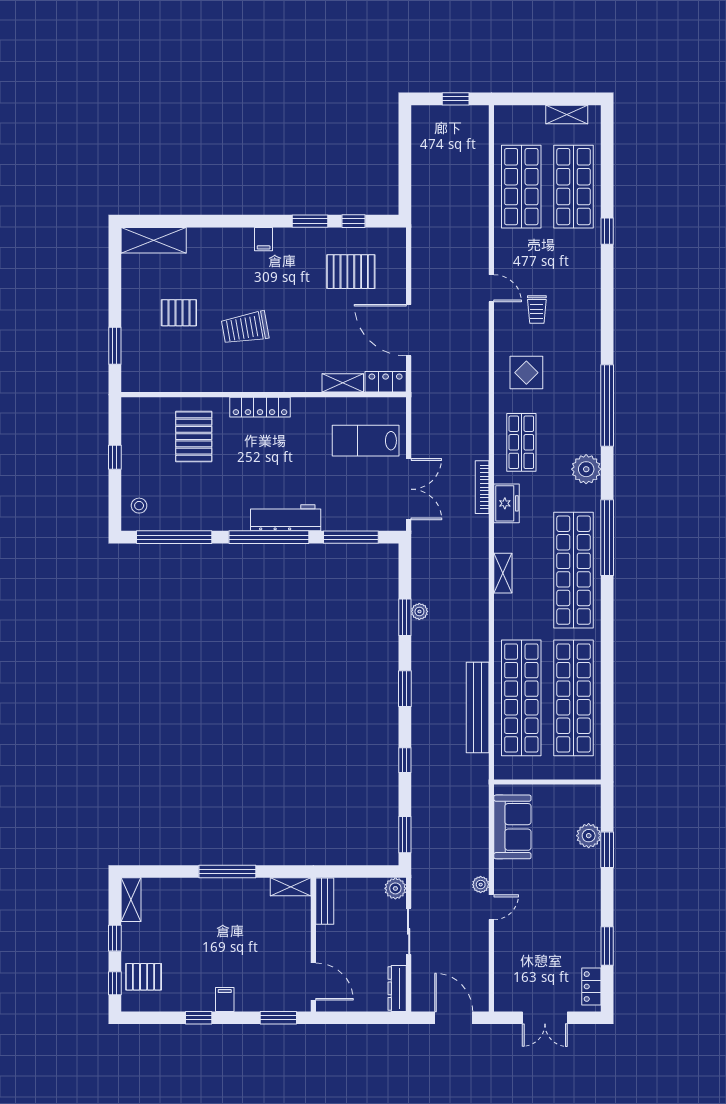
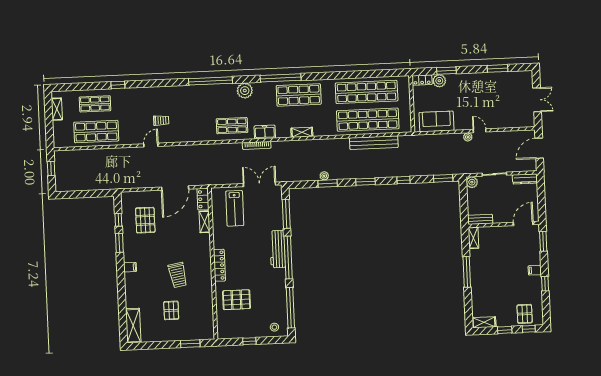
shop shelf: (574, 187) -> (95, 104), width x0.70, depth x0.74
display table: (526, 373) -> (195, 125), removed
shop shelf: (574, 570) -> (299, 95), width x0.71
locker: (591, 987) -> (422, 80), moved

